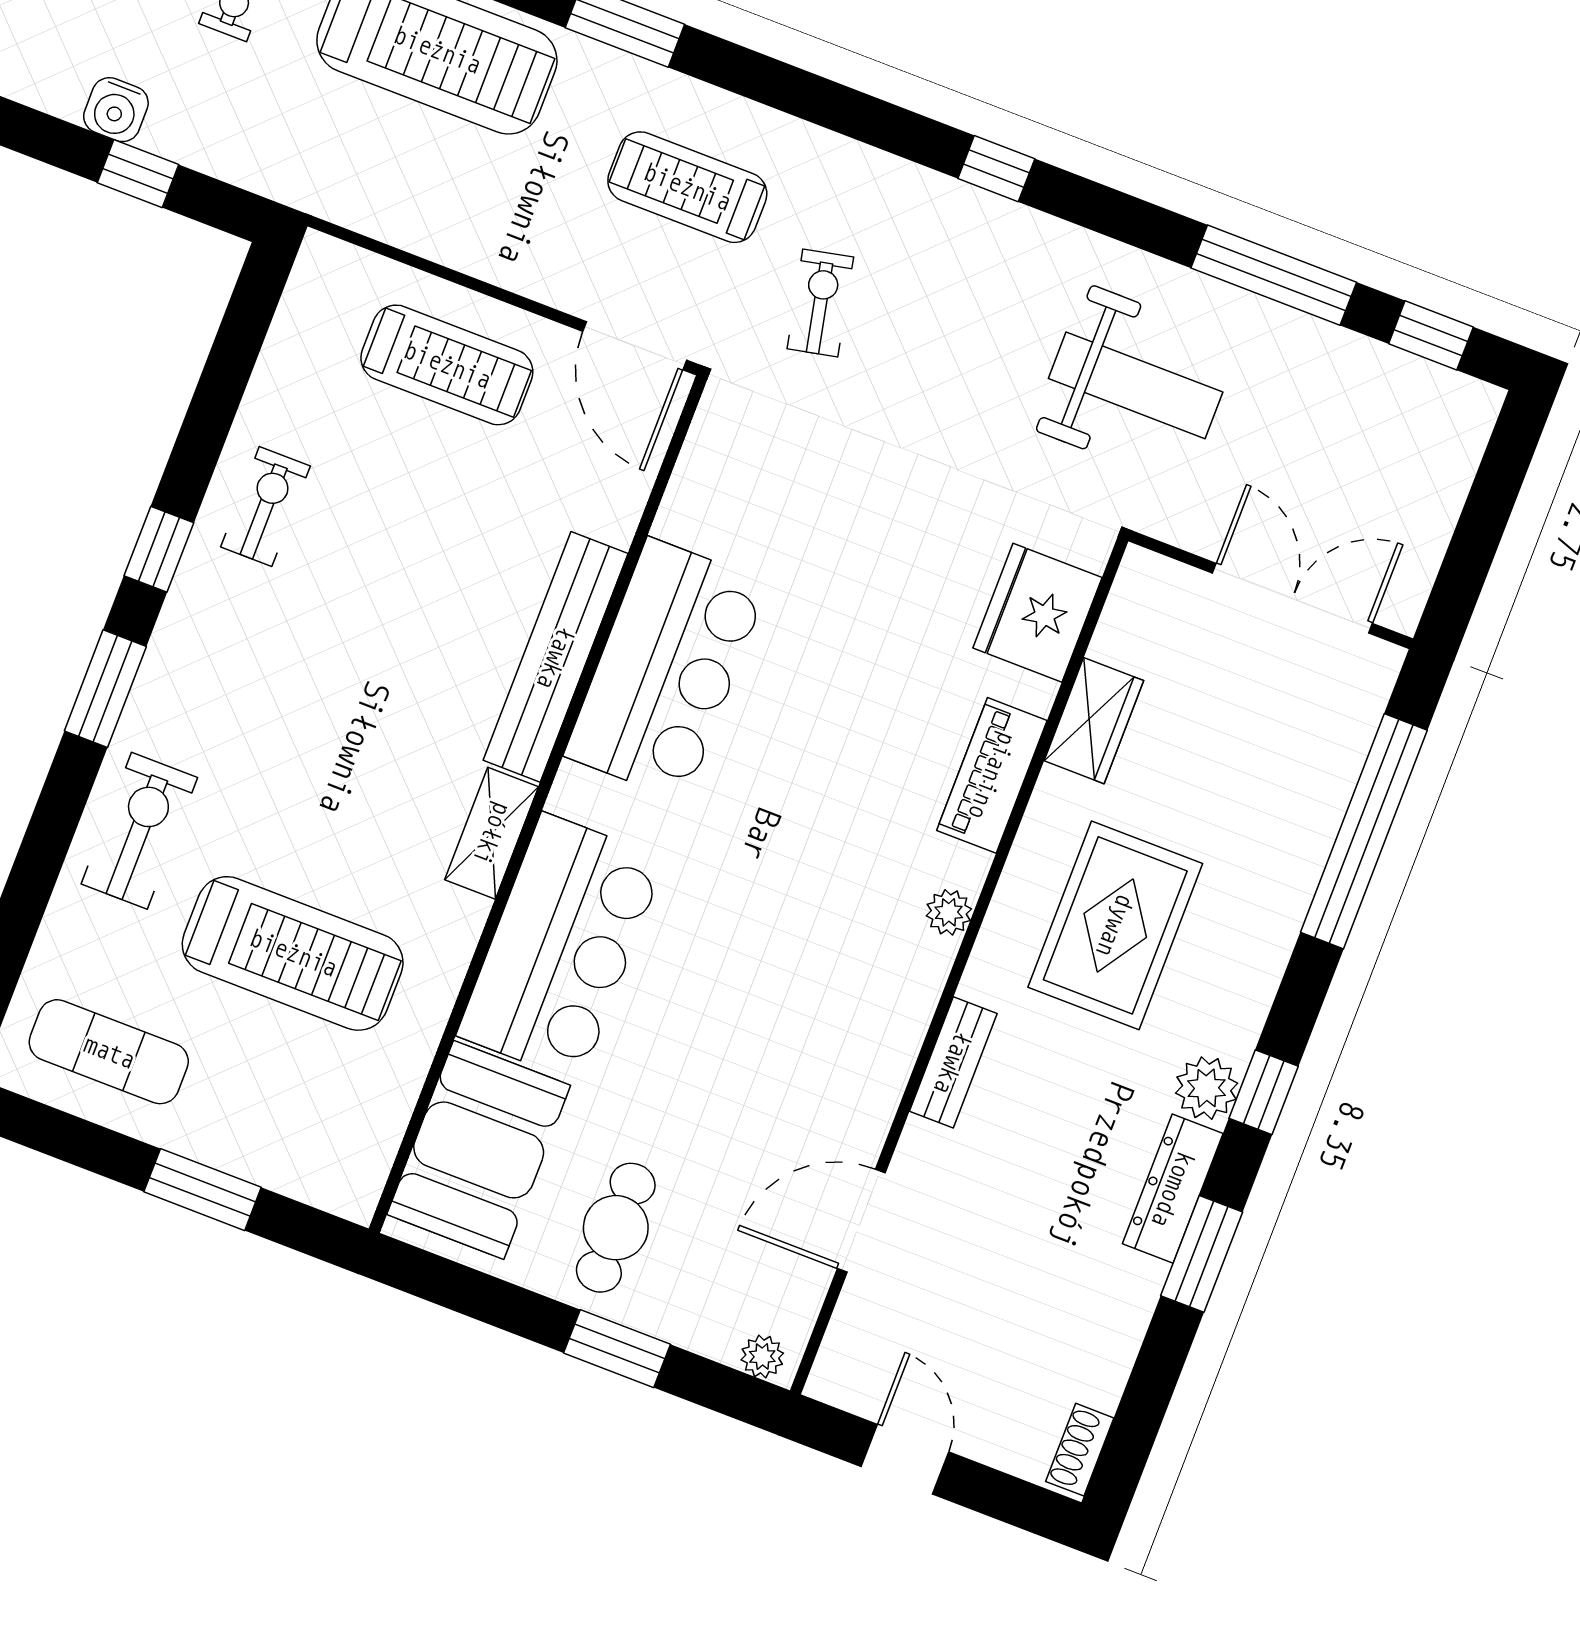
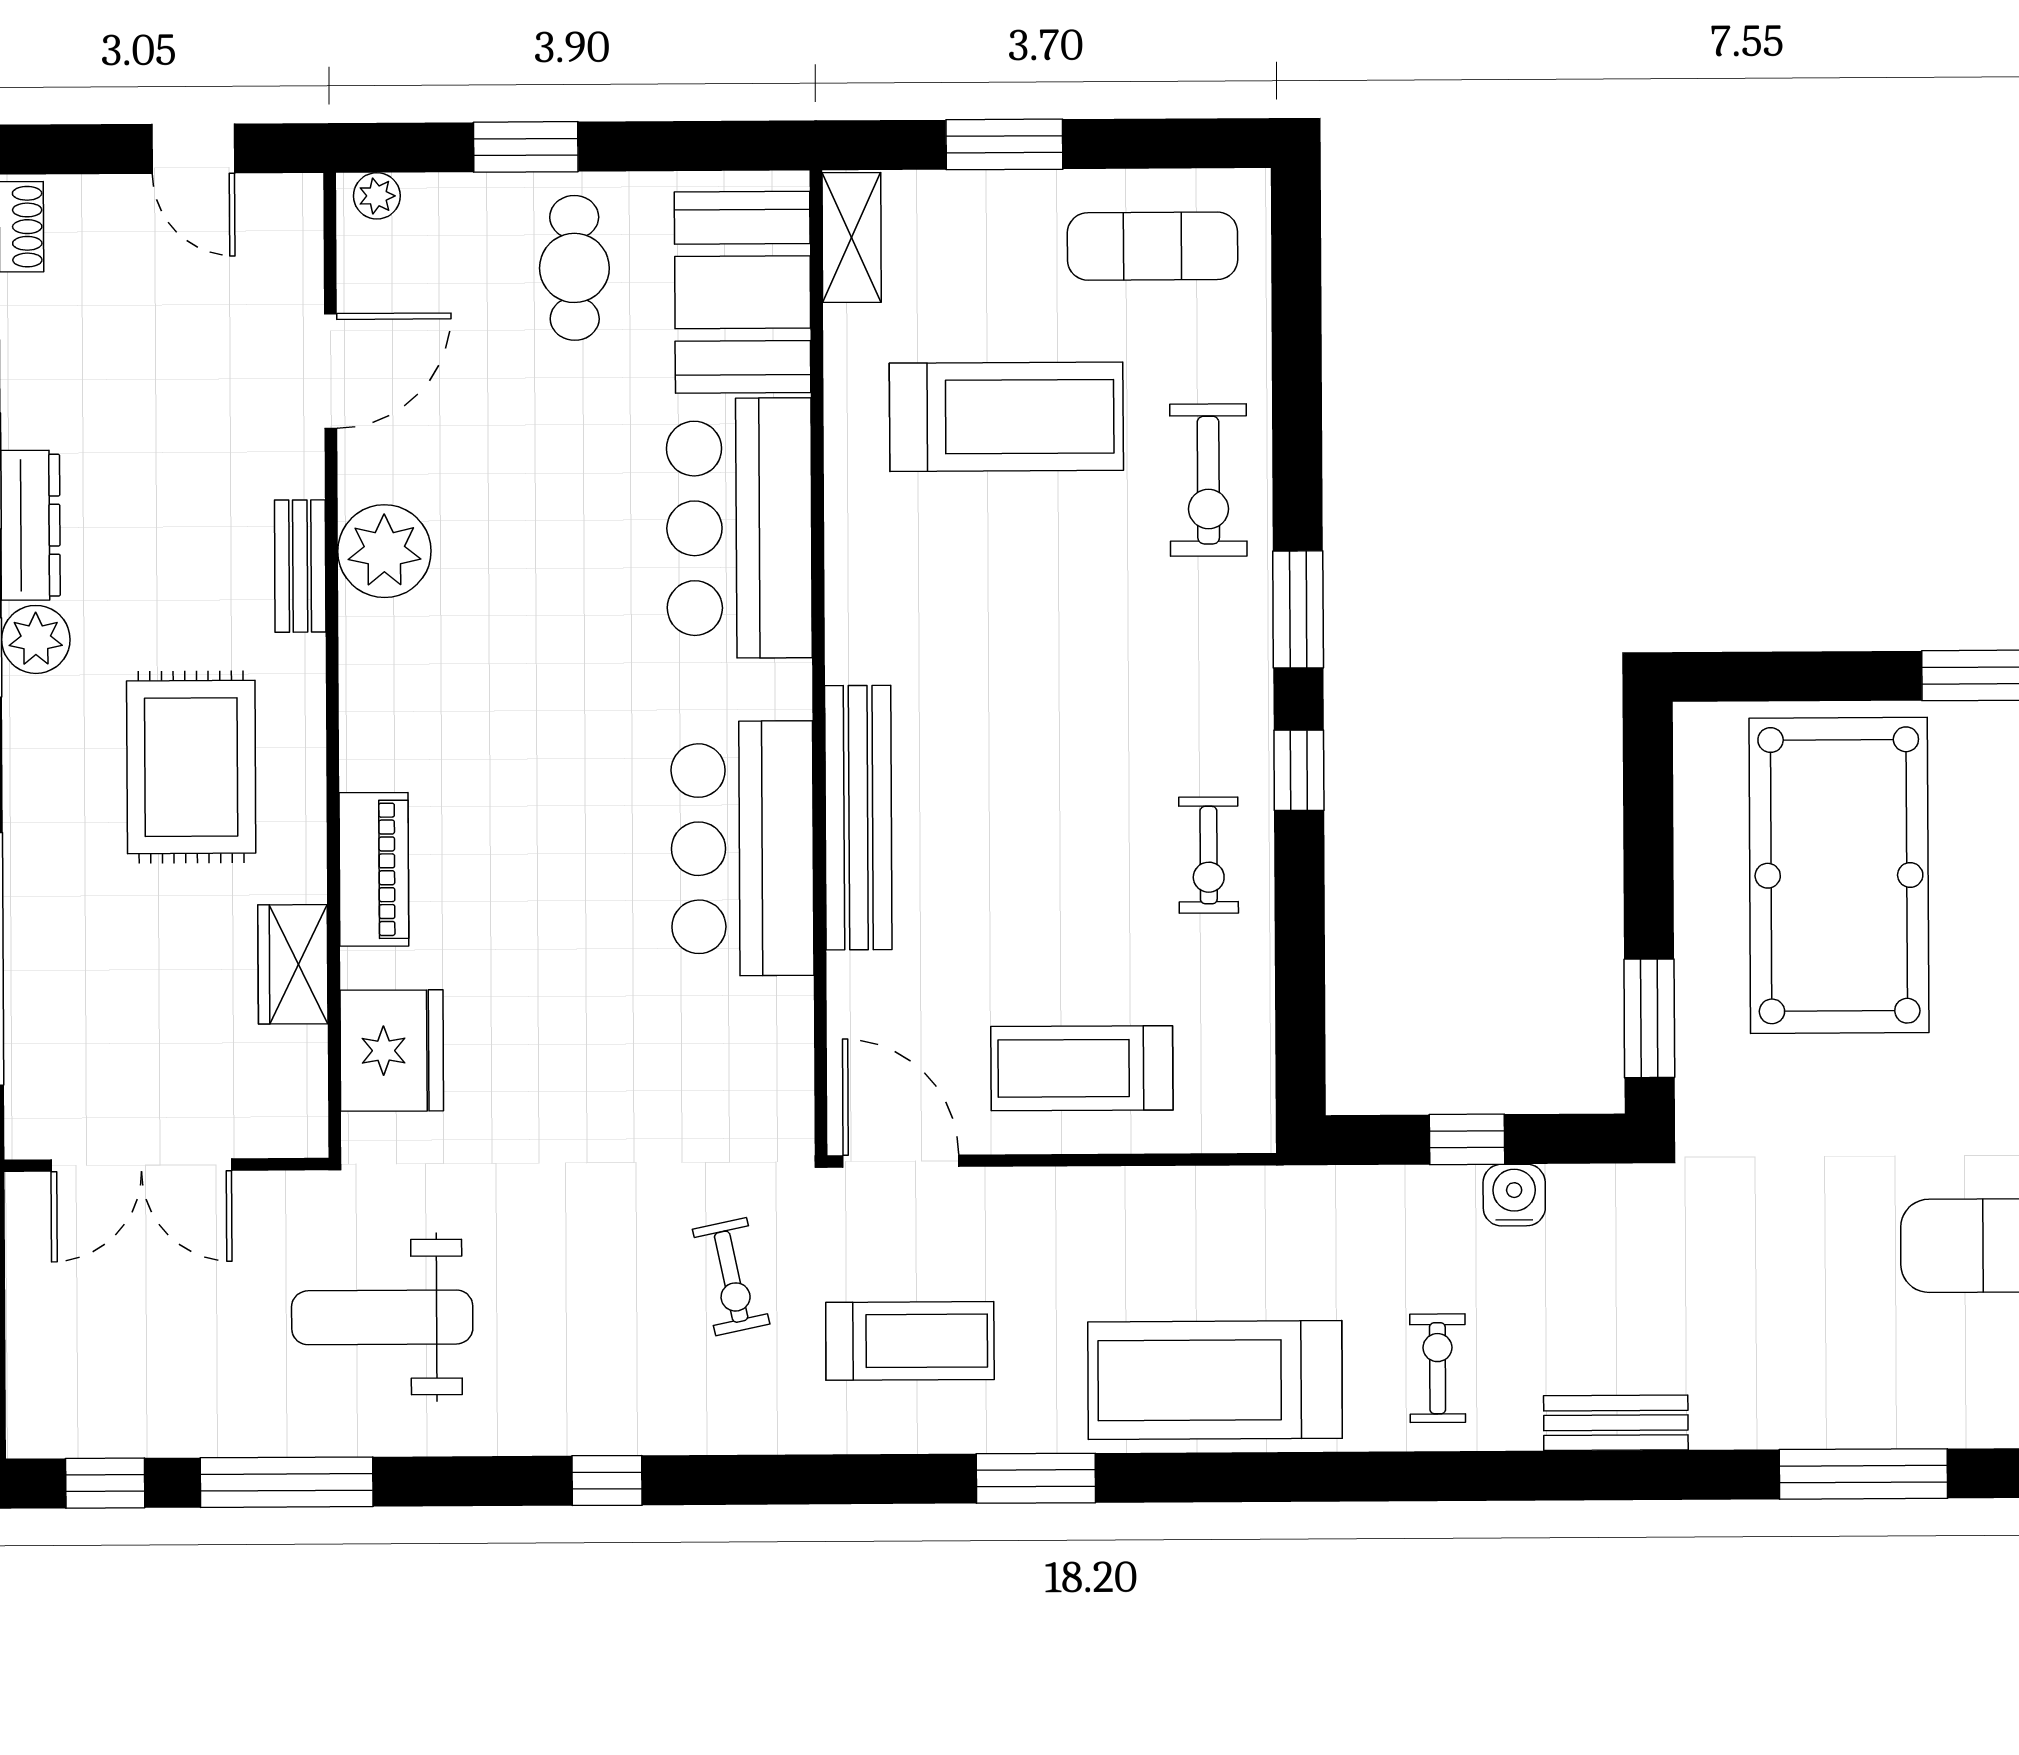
shelving: (492, 833) -> (852, 238), moved
plant: (949, 912) -> (384, 551), moved, width x1.88, depth x1.88
treadmill: (293, 953) -> (1006, 417), turned 180

